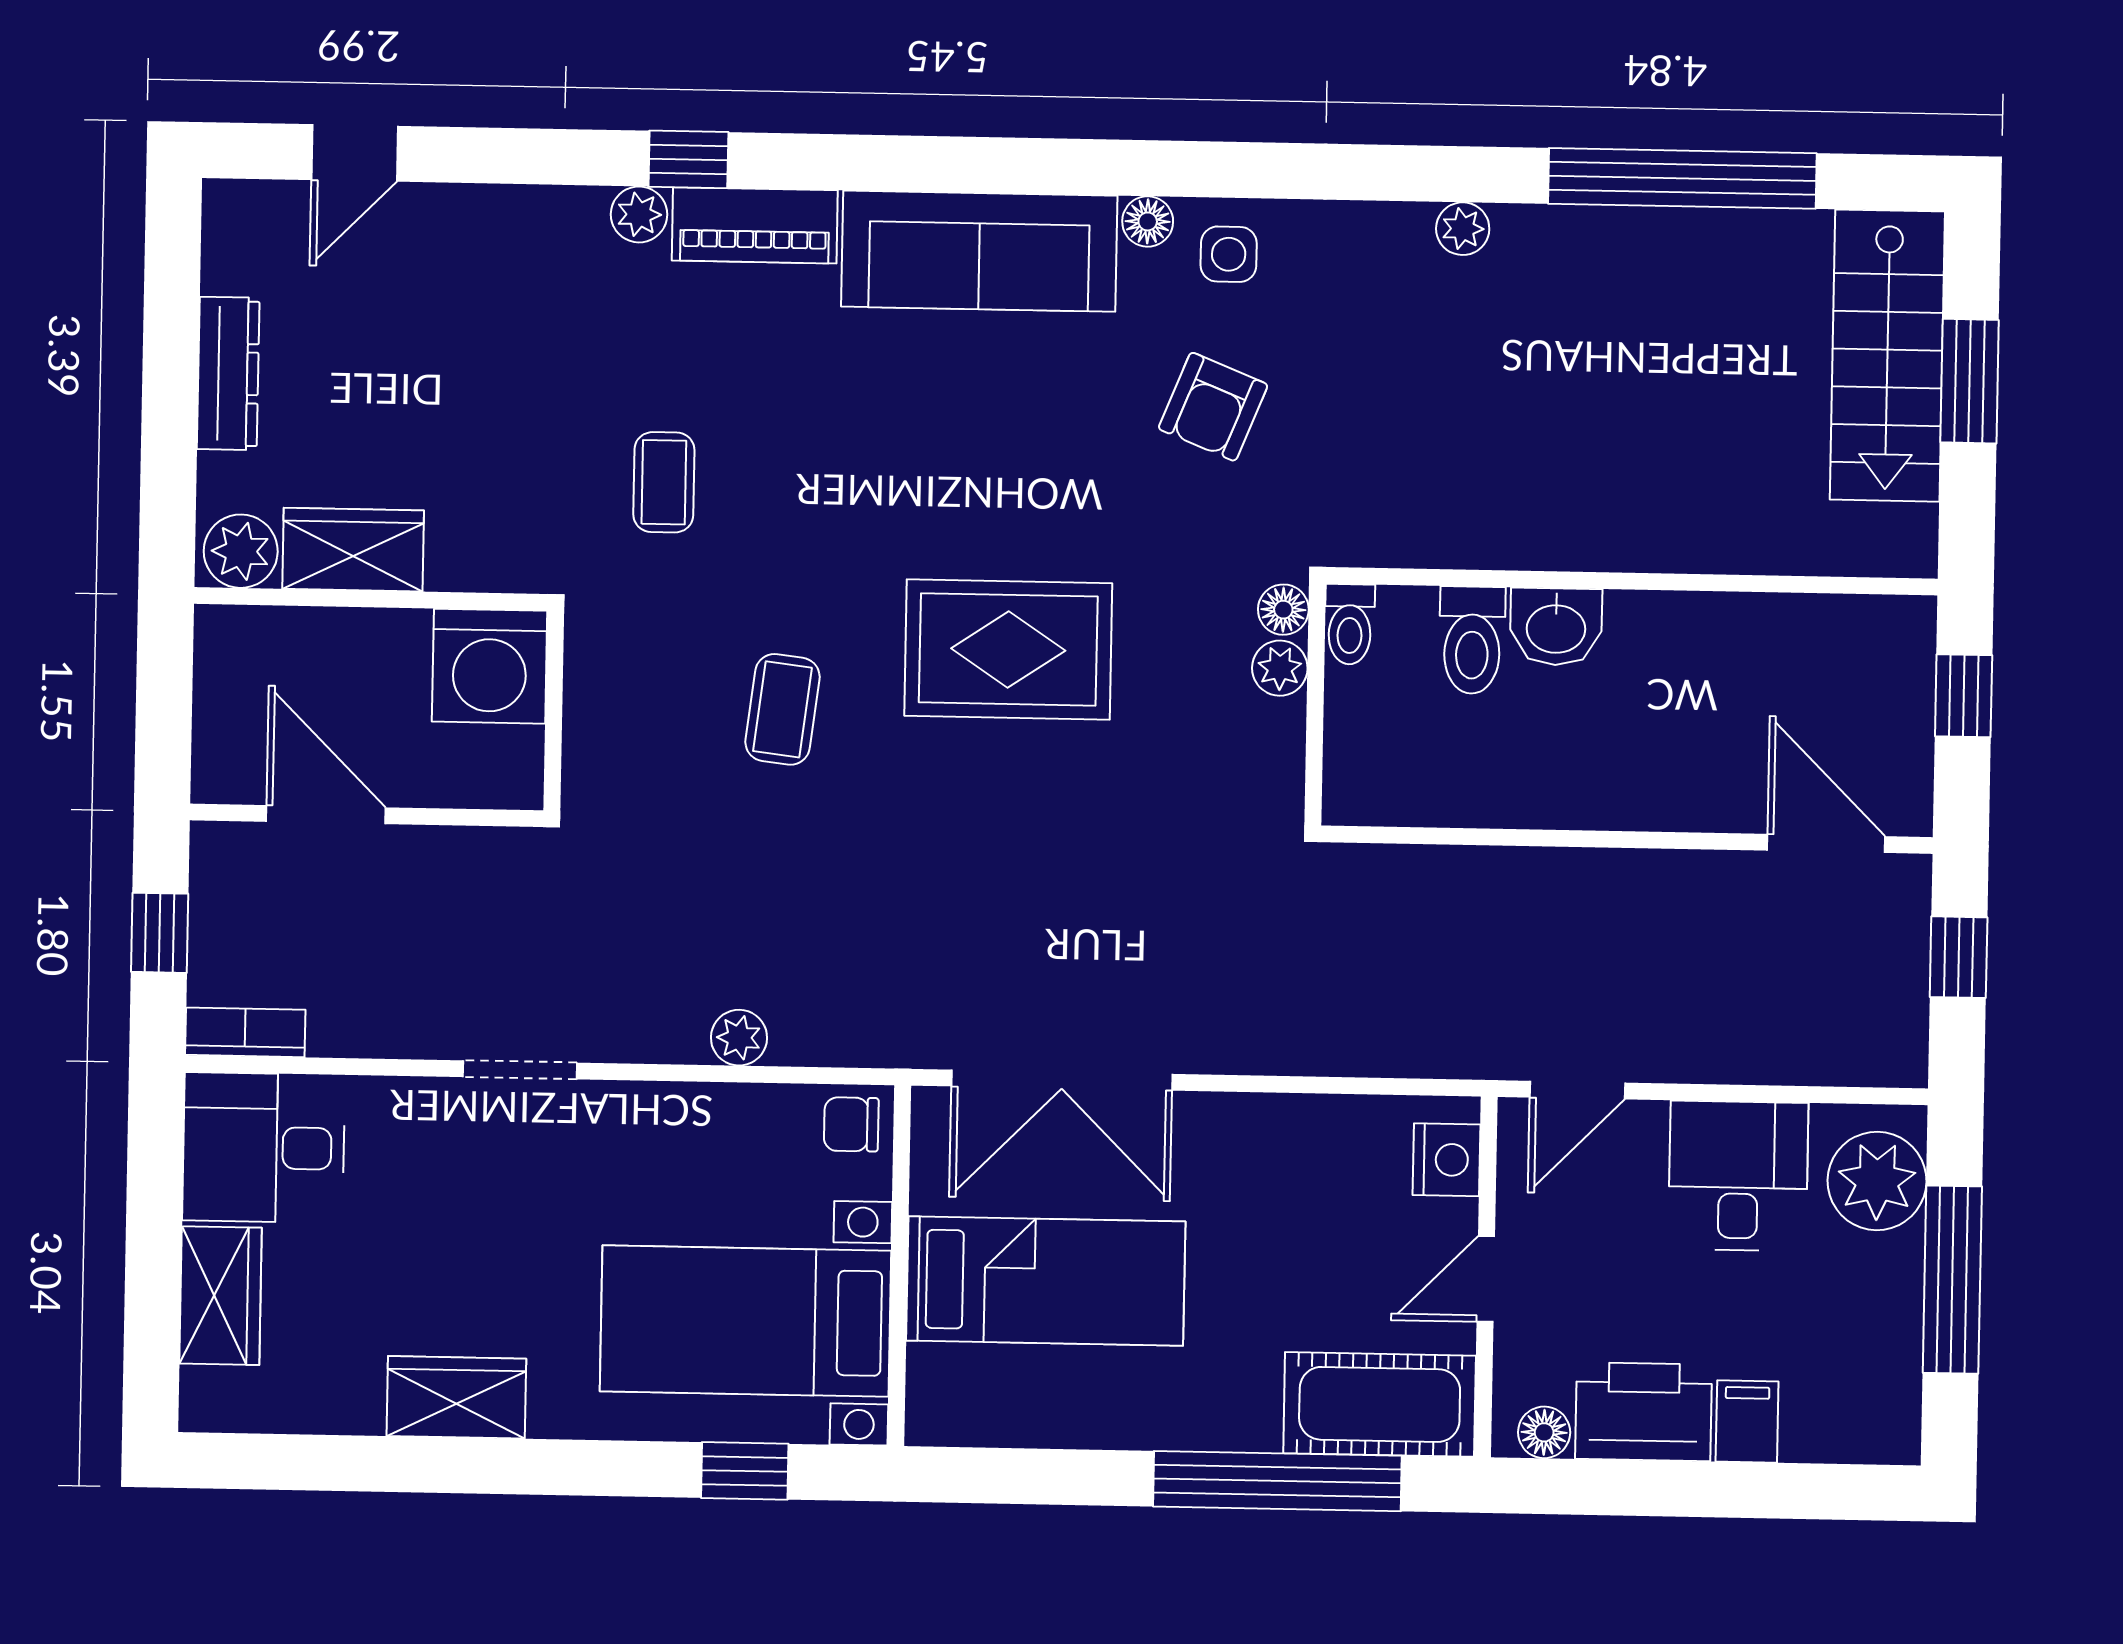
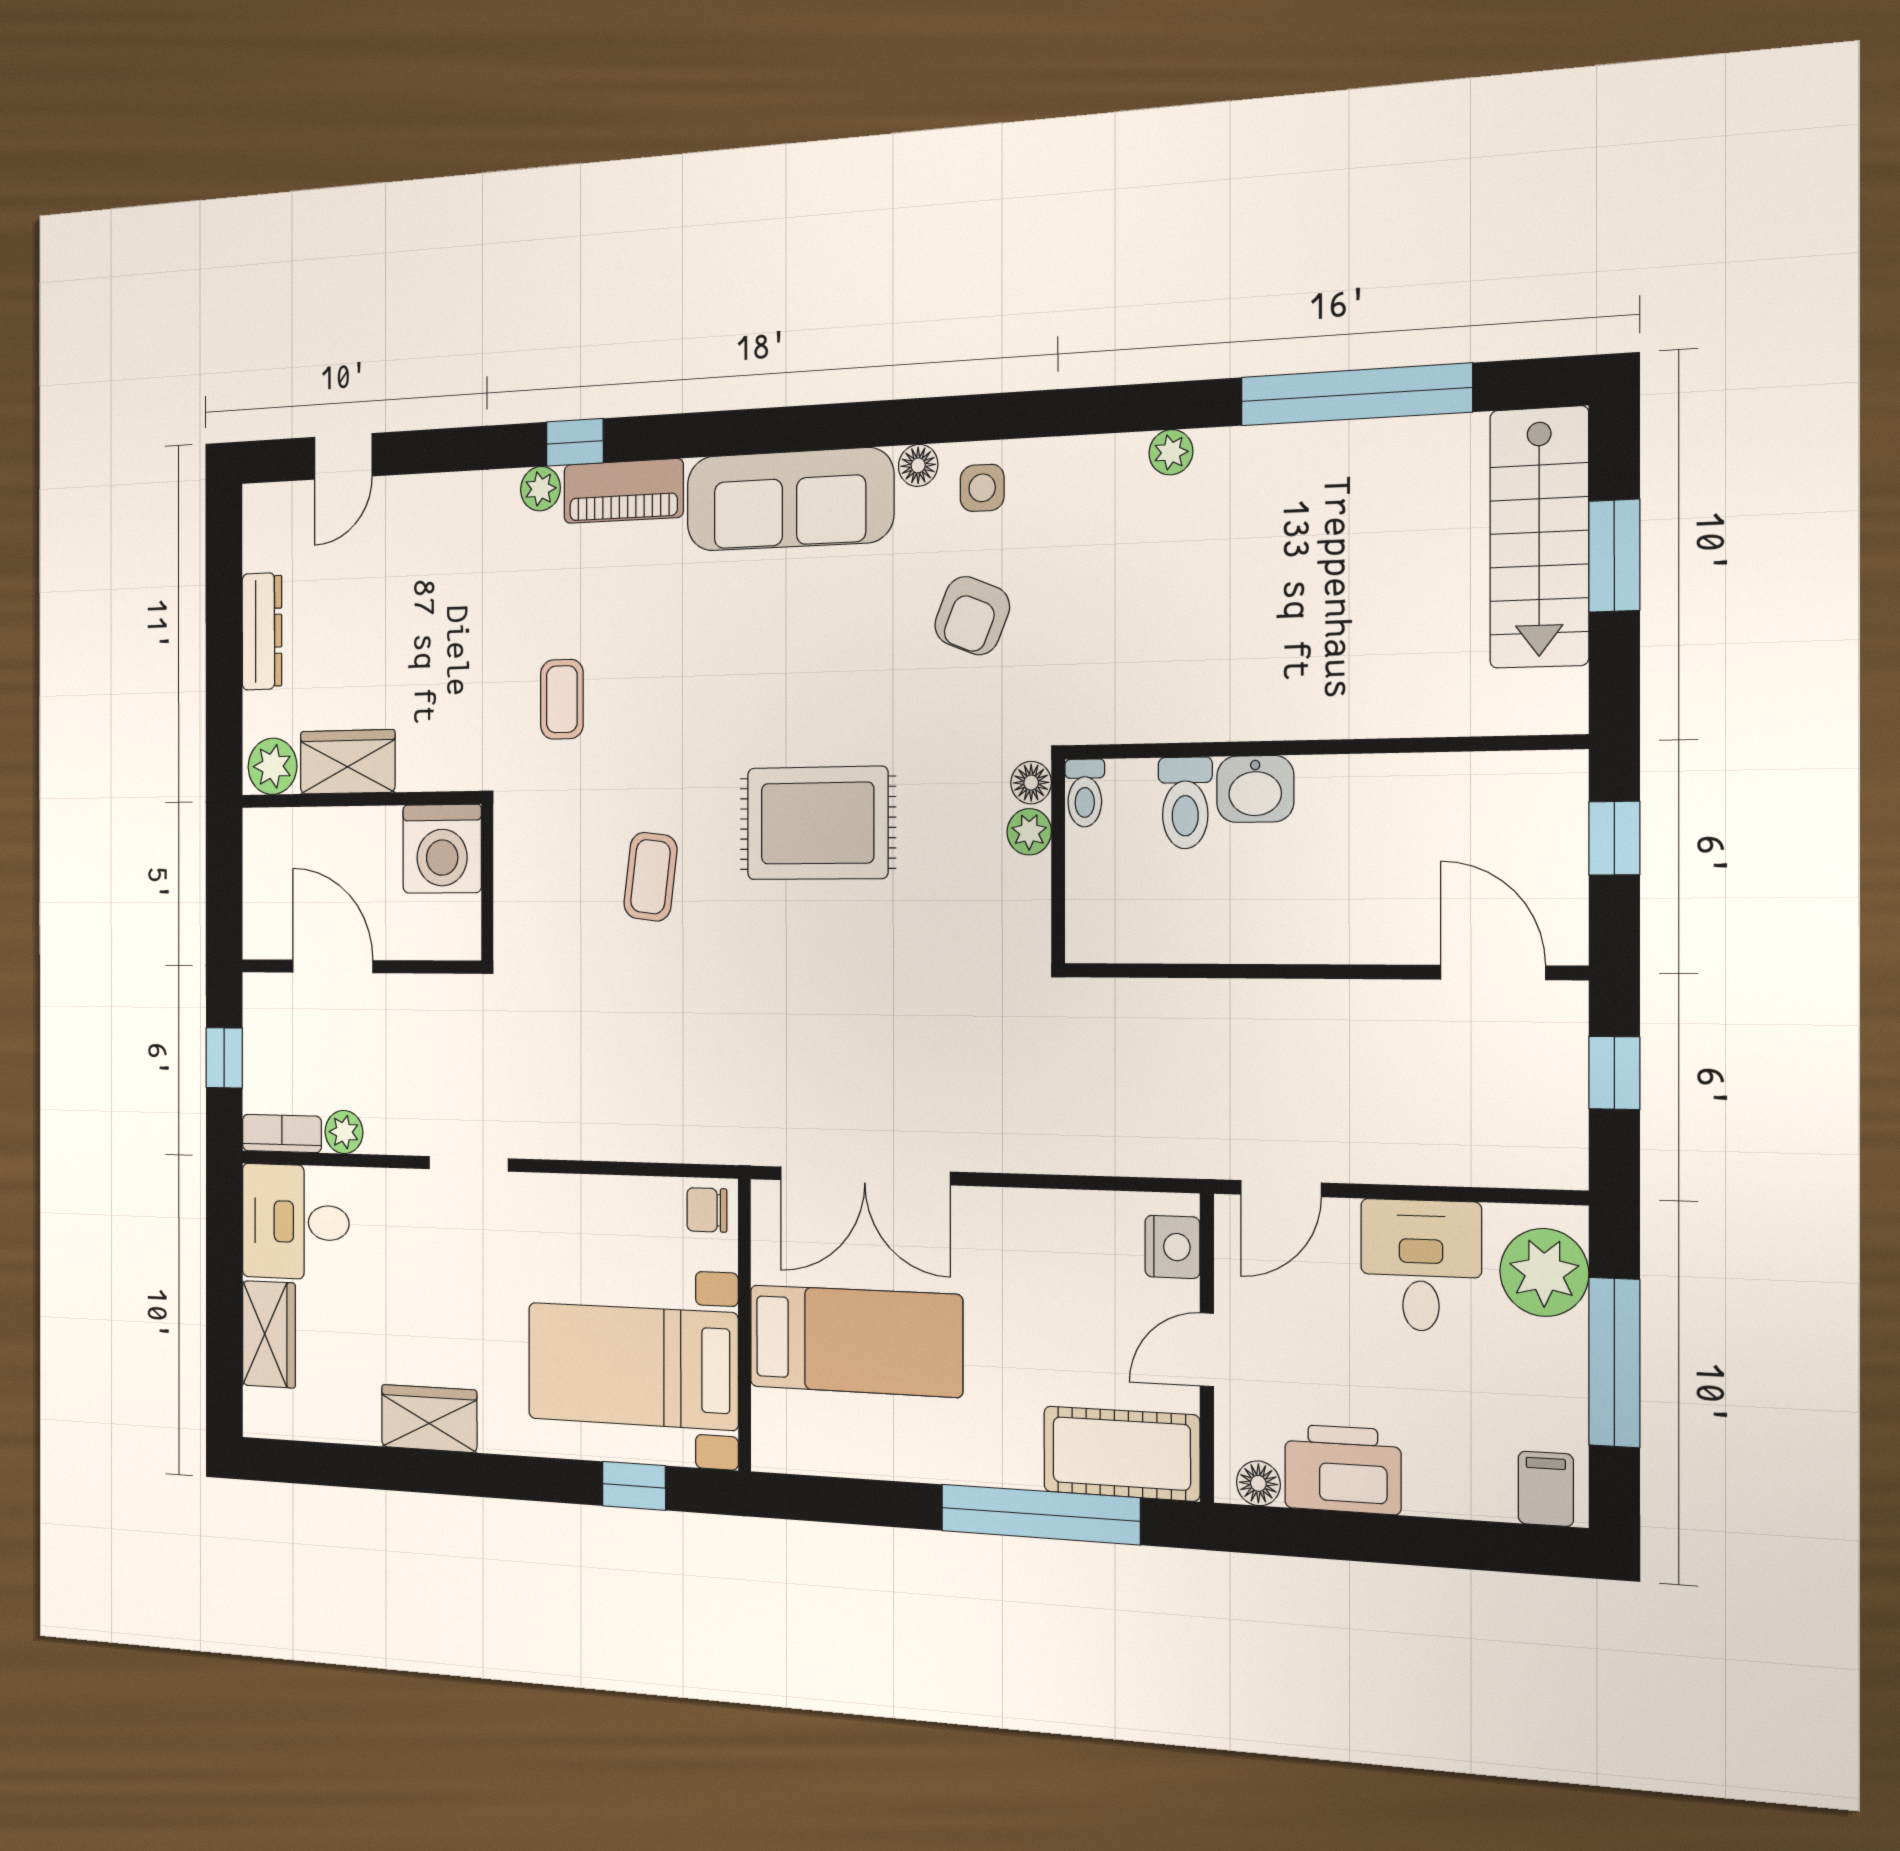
plant: (739, 1038) -> (344, 1132), moved
filing cabinet: (1747, 1421) -> (1546, 1489), moved

